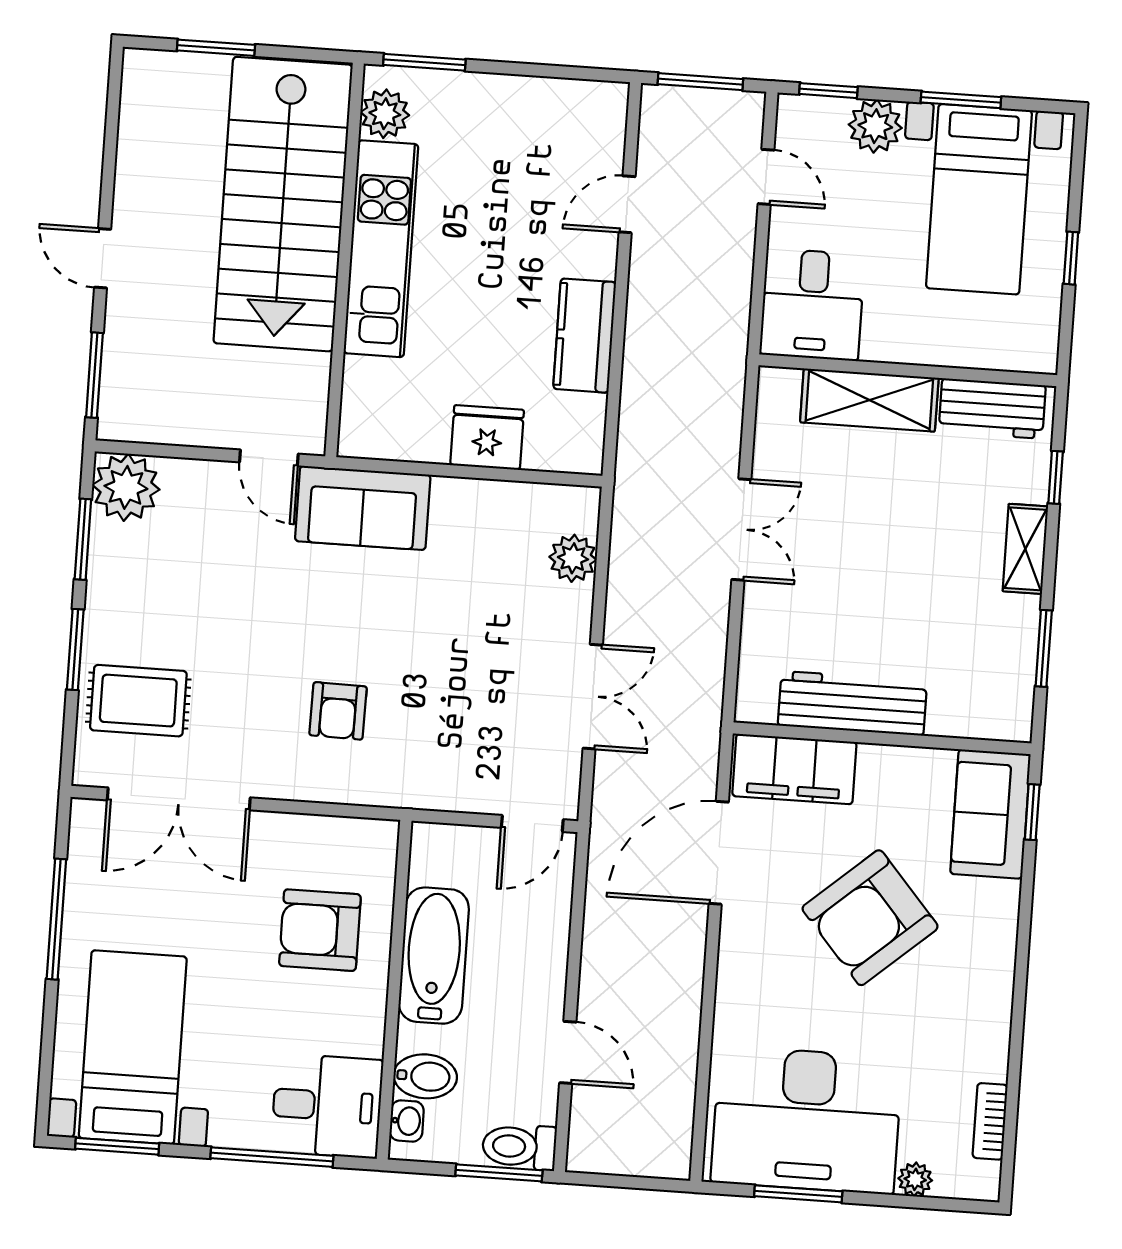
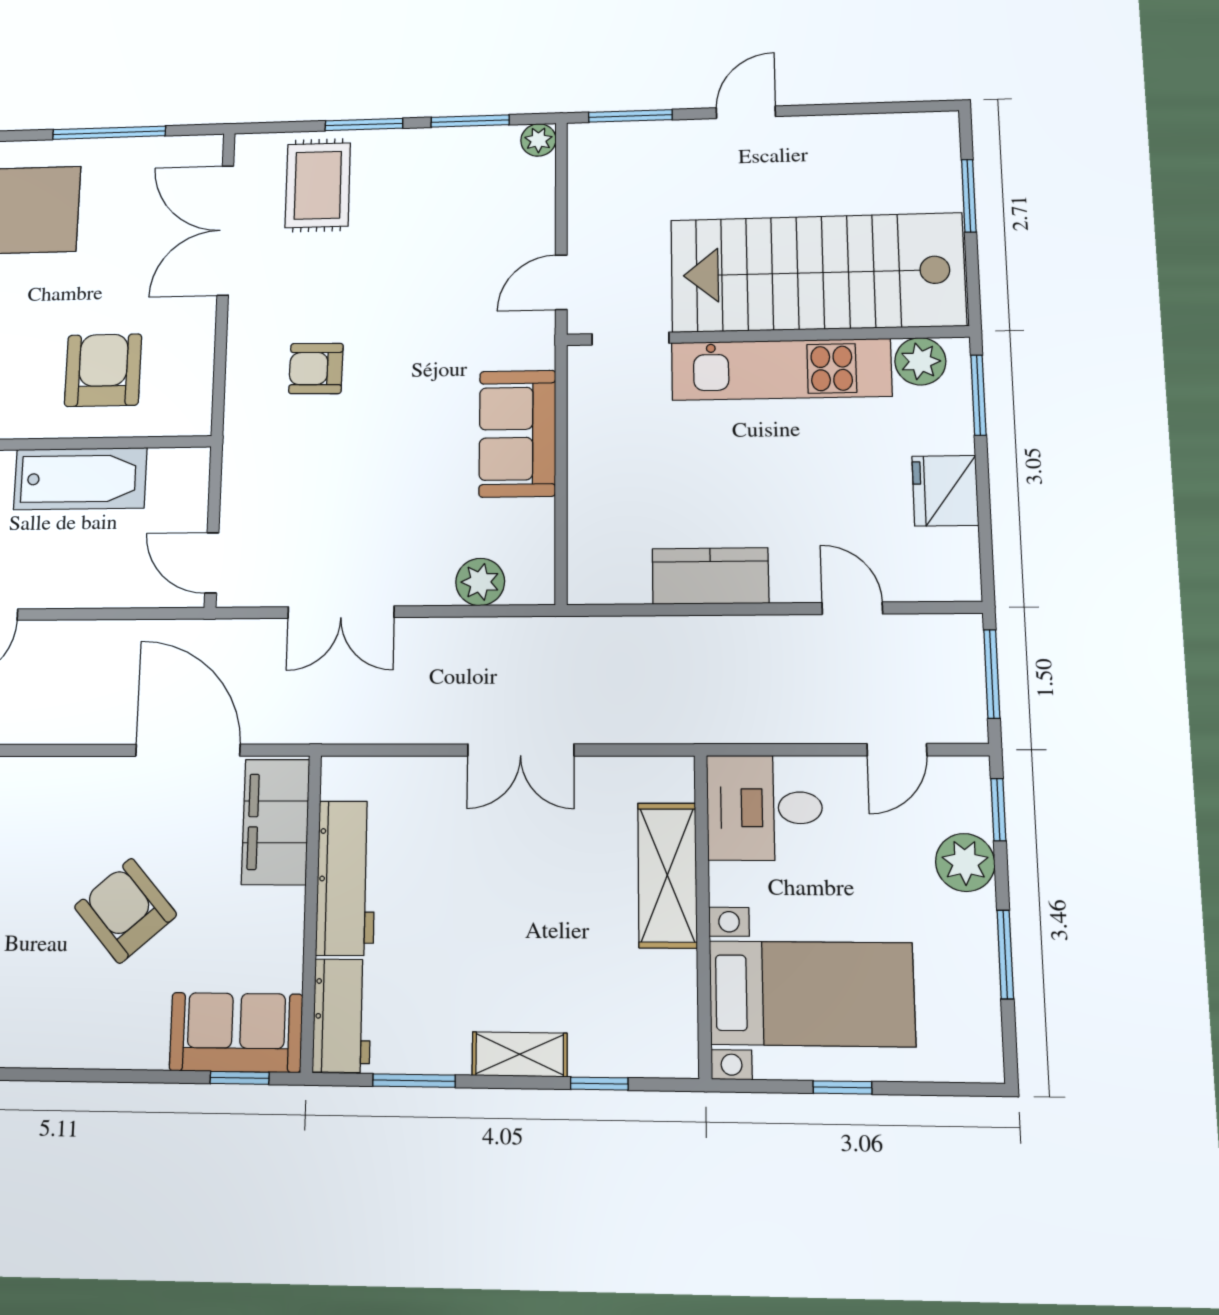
bed with nightstands: (979, 199) -> (812, 994), moved, turned 180
doorway: (335, 393) -> (630, 339), added
workbench: (992, 408) -> (342, 1016), moved, turned 180
fridge: (487, 437) -> (945, 491), moved, turned 180
plant: (126, 487) -> (538, 140), width x0.53, depth x0.53
sofa: (363, 508) -> (517, 433), moved
armchair: (870, 918) -> (125, 911), width x0.73, depth x0.73

